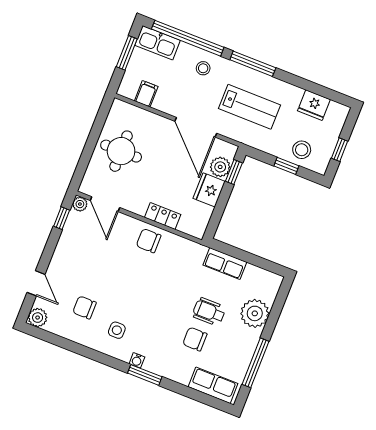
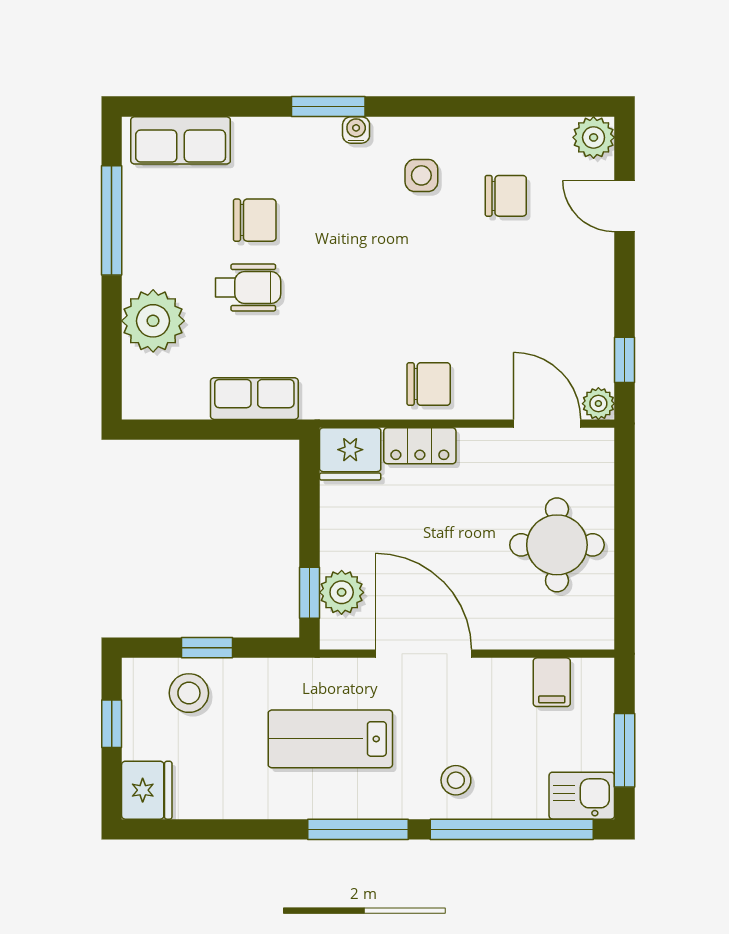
kitchen sink: (158, 43) -> (582, 796), width x0.73
fridge: (314, 105) -> (147, 790), moved, turned 90
fridge: (209, 190) -> (350, 454), moved, turned 90

